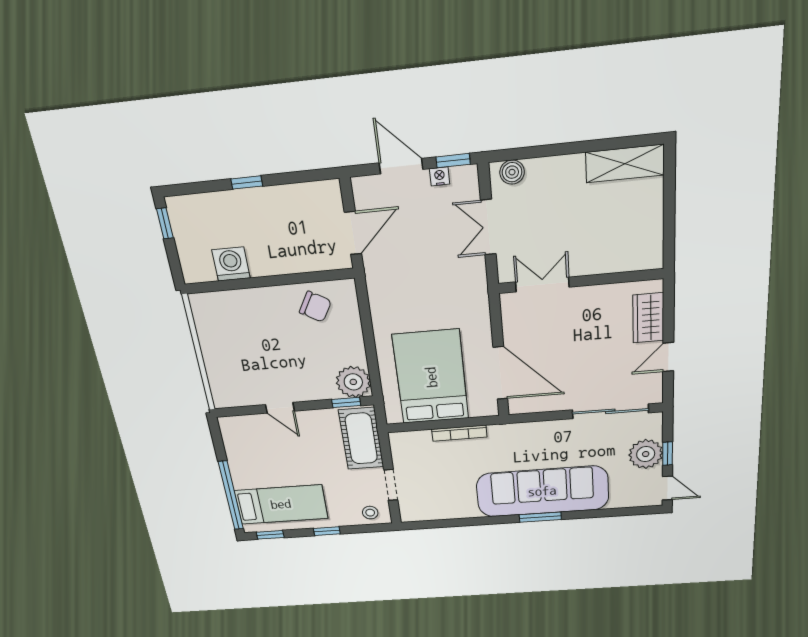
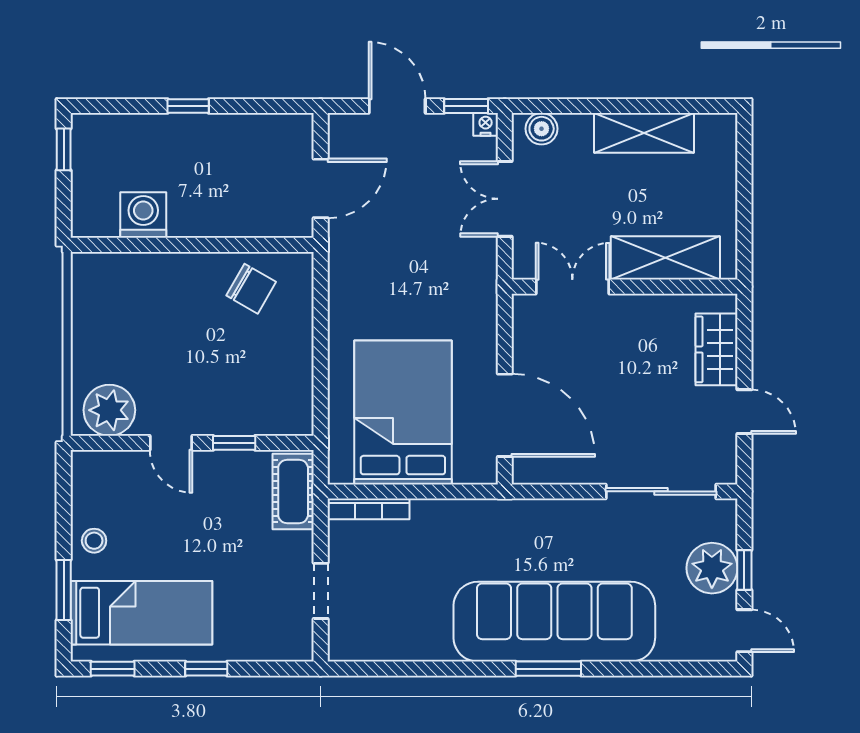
shelving: (625, 164) -> (644, 133), moved
nightstand: (440, 176) -> (486, 124), moved
shelving: (610, 258) -> (665, 258), added
door: (668, 357) -> (744, 412), swing flipped
plant: (353, 382) -> (109, 410), moved
window: (346, 402) -> (234, 443), moved
bookcase: (459, 433) -> (368, 509), moved
cot: (361, 439) -> (293, 491), width x0.73, depth x0.75
window: (231, 496) -> (64, 590), width x0.47
stool: (370, 513) -> (94, 541), moved

